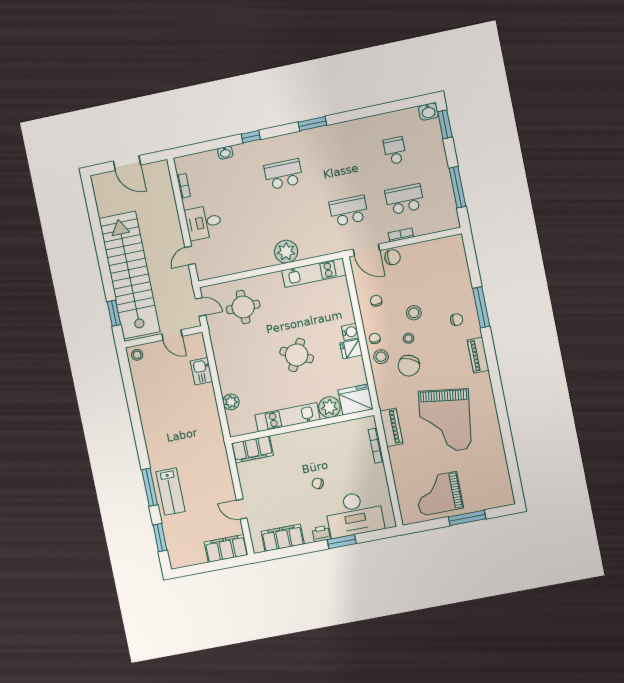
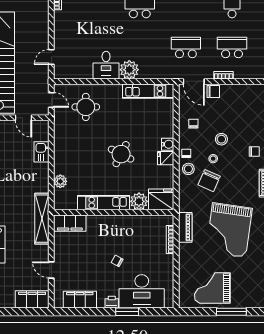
desk: (203, 222) -> (106, 65), moved, turned -90
shelving: (218, 450) -> (42, 219), added

